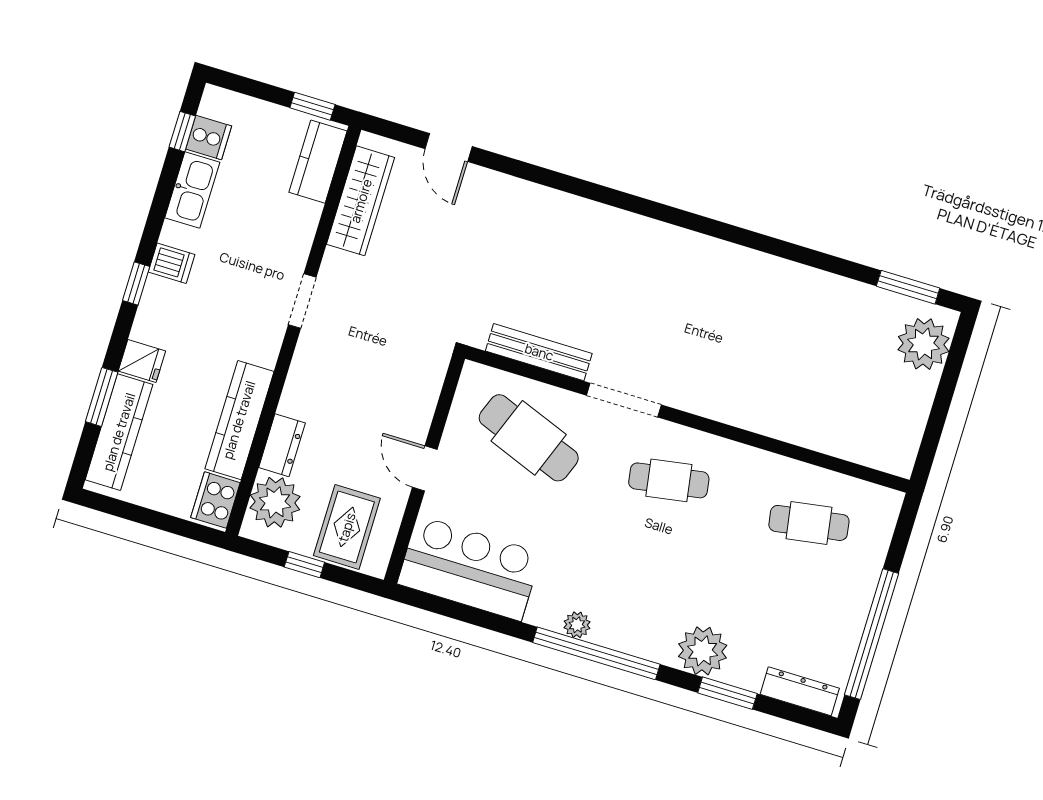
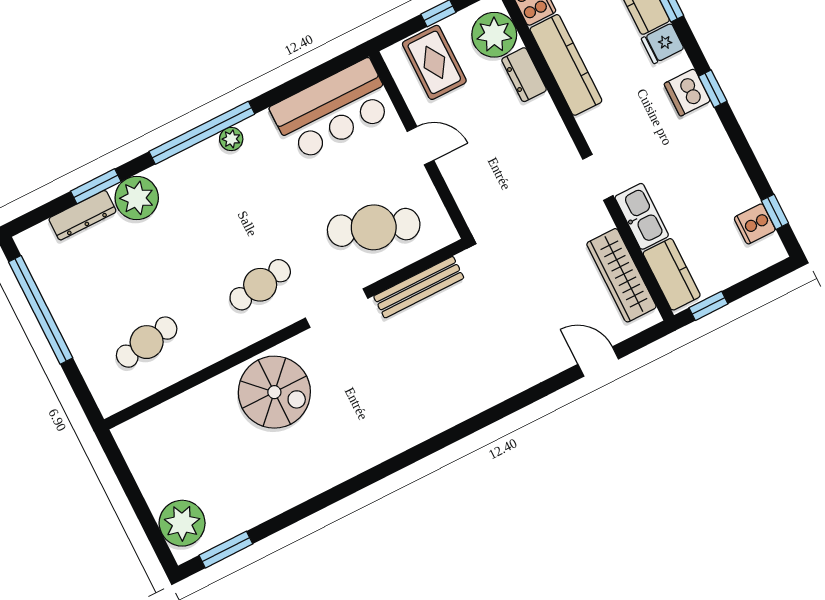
kitchen sink: (192, 190) -> (642, 216), moved, turned 180
dishwasher: (172, 263) -> (687, 92), moved, width x1.38
spiral stairs: (742, 380) -> (274, 392), added
dresser: (800, 691) -> (82, 215), moved

